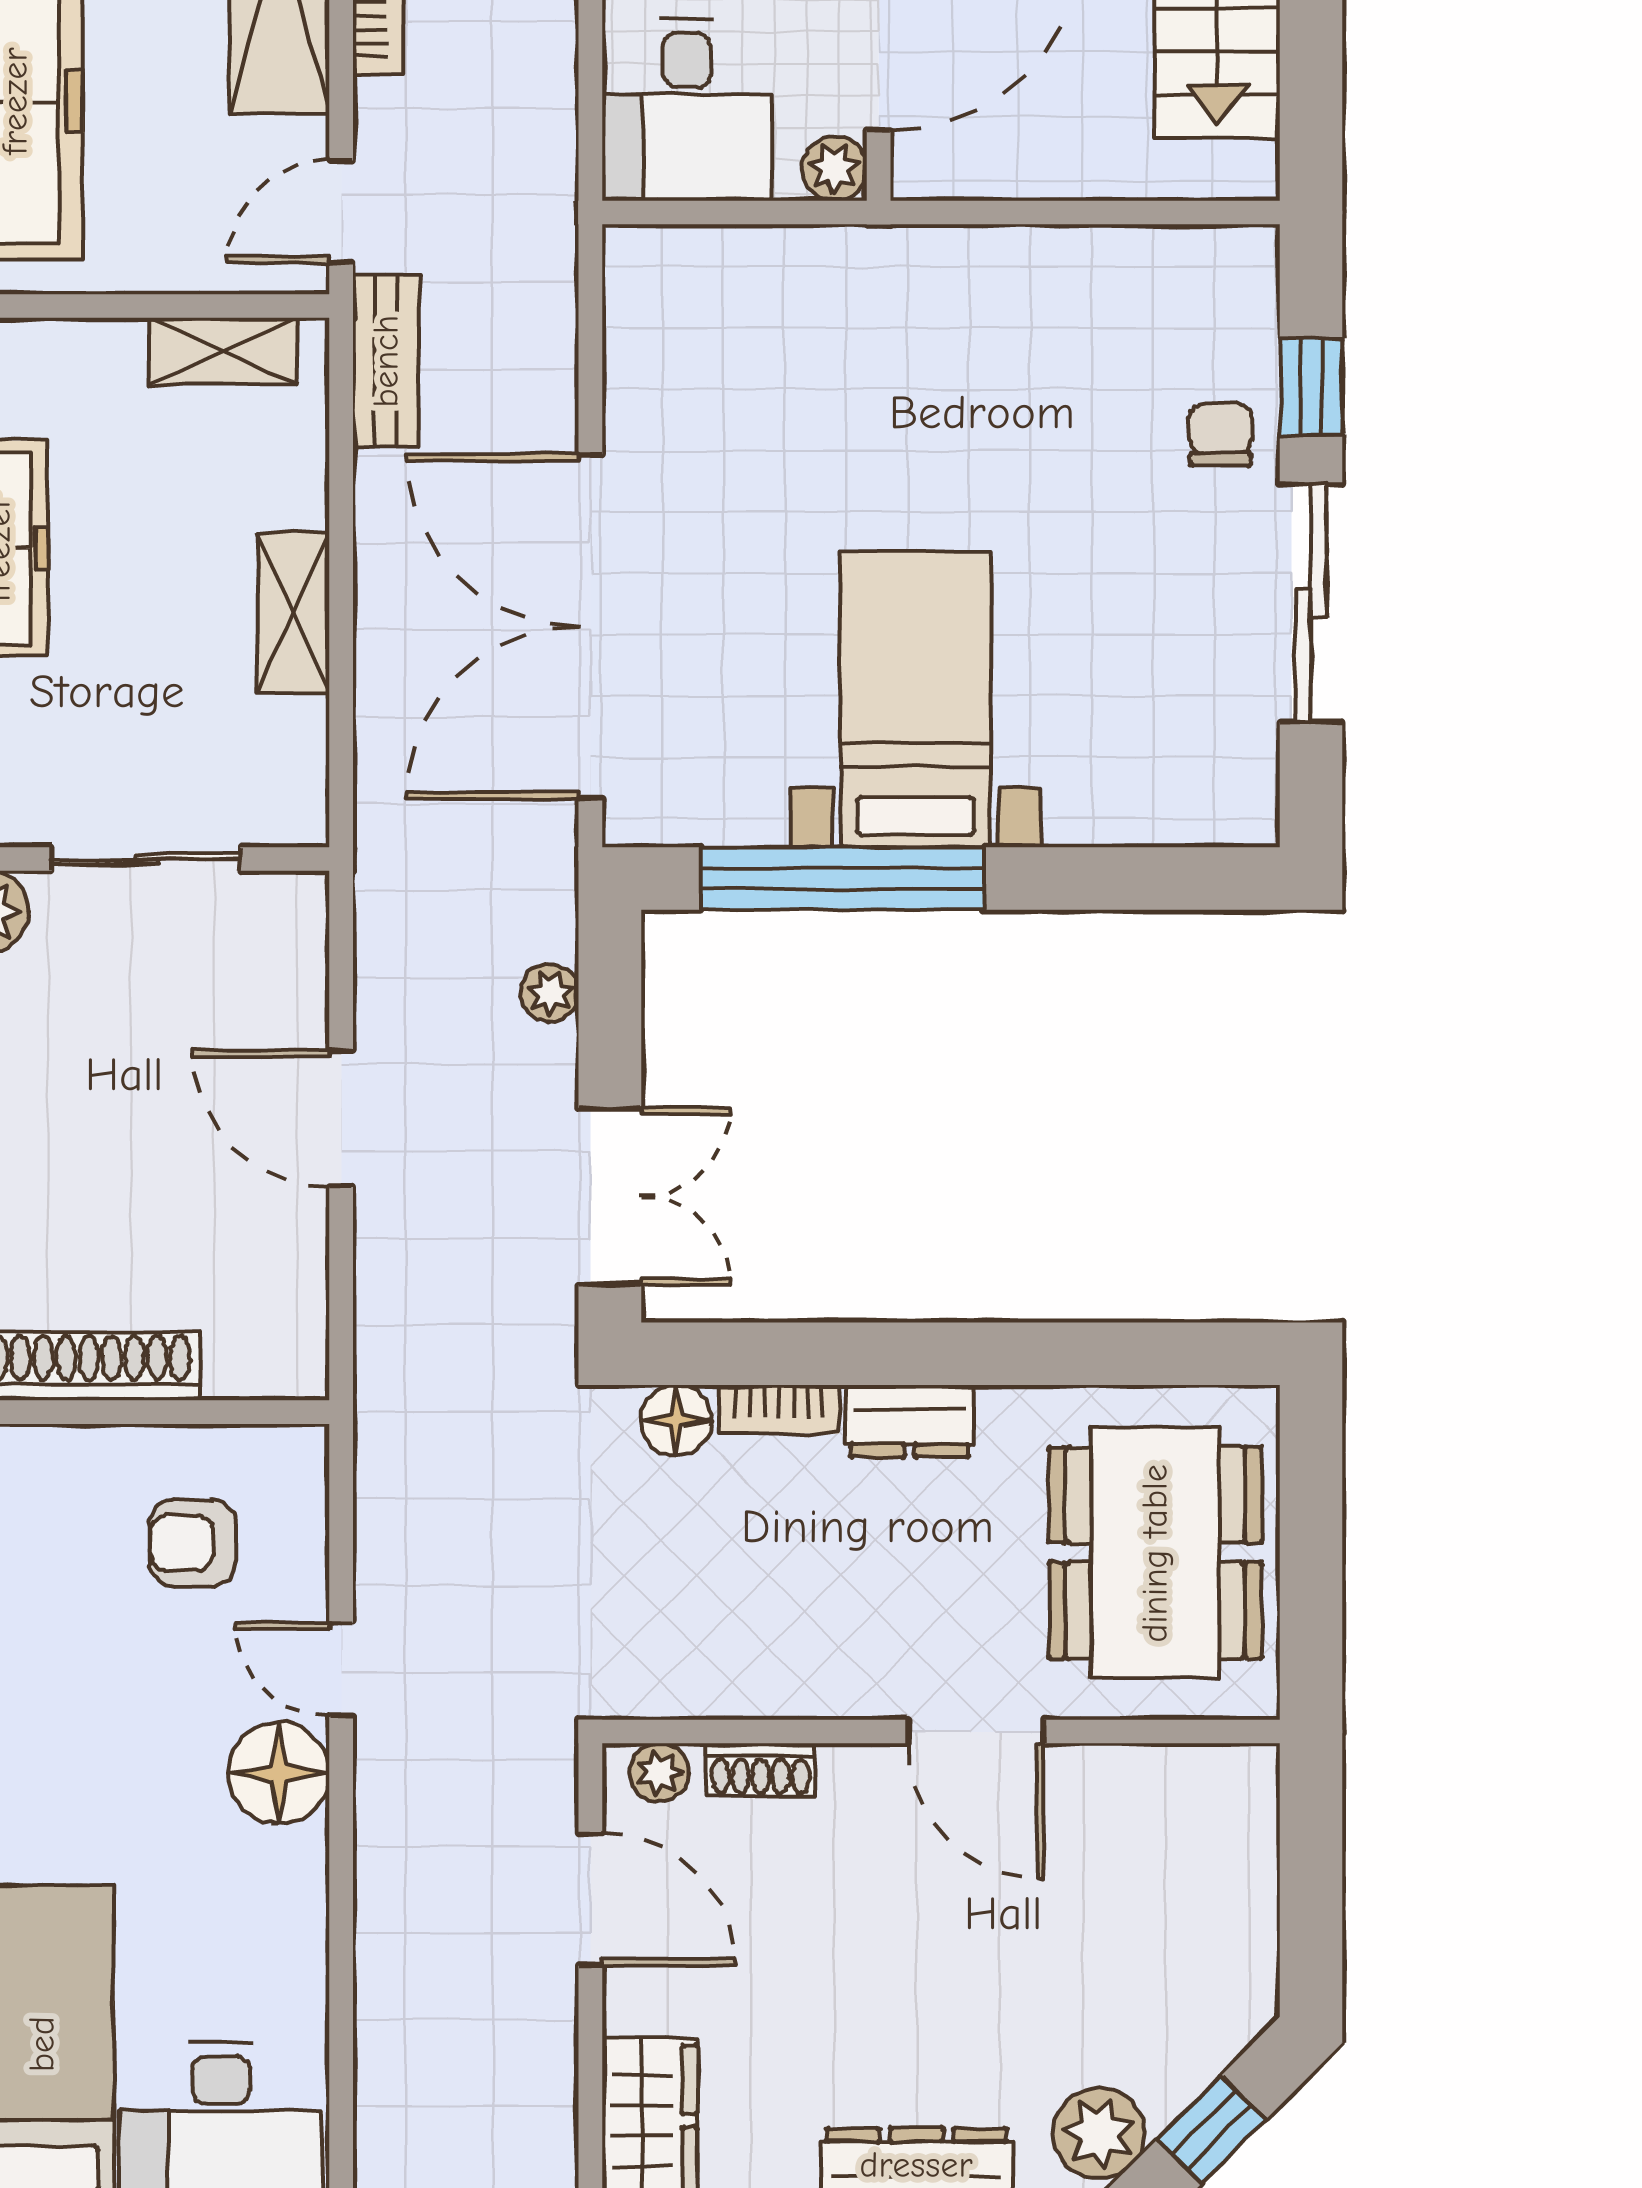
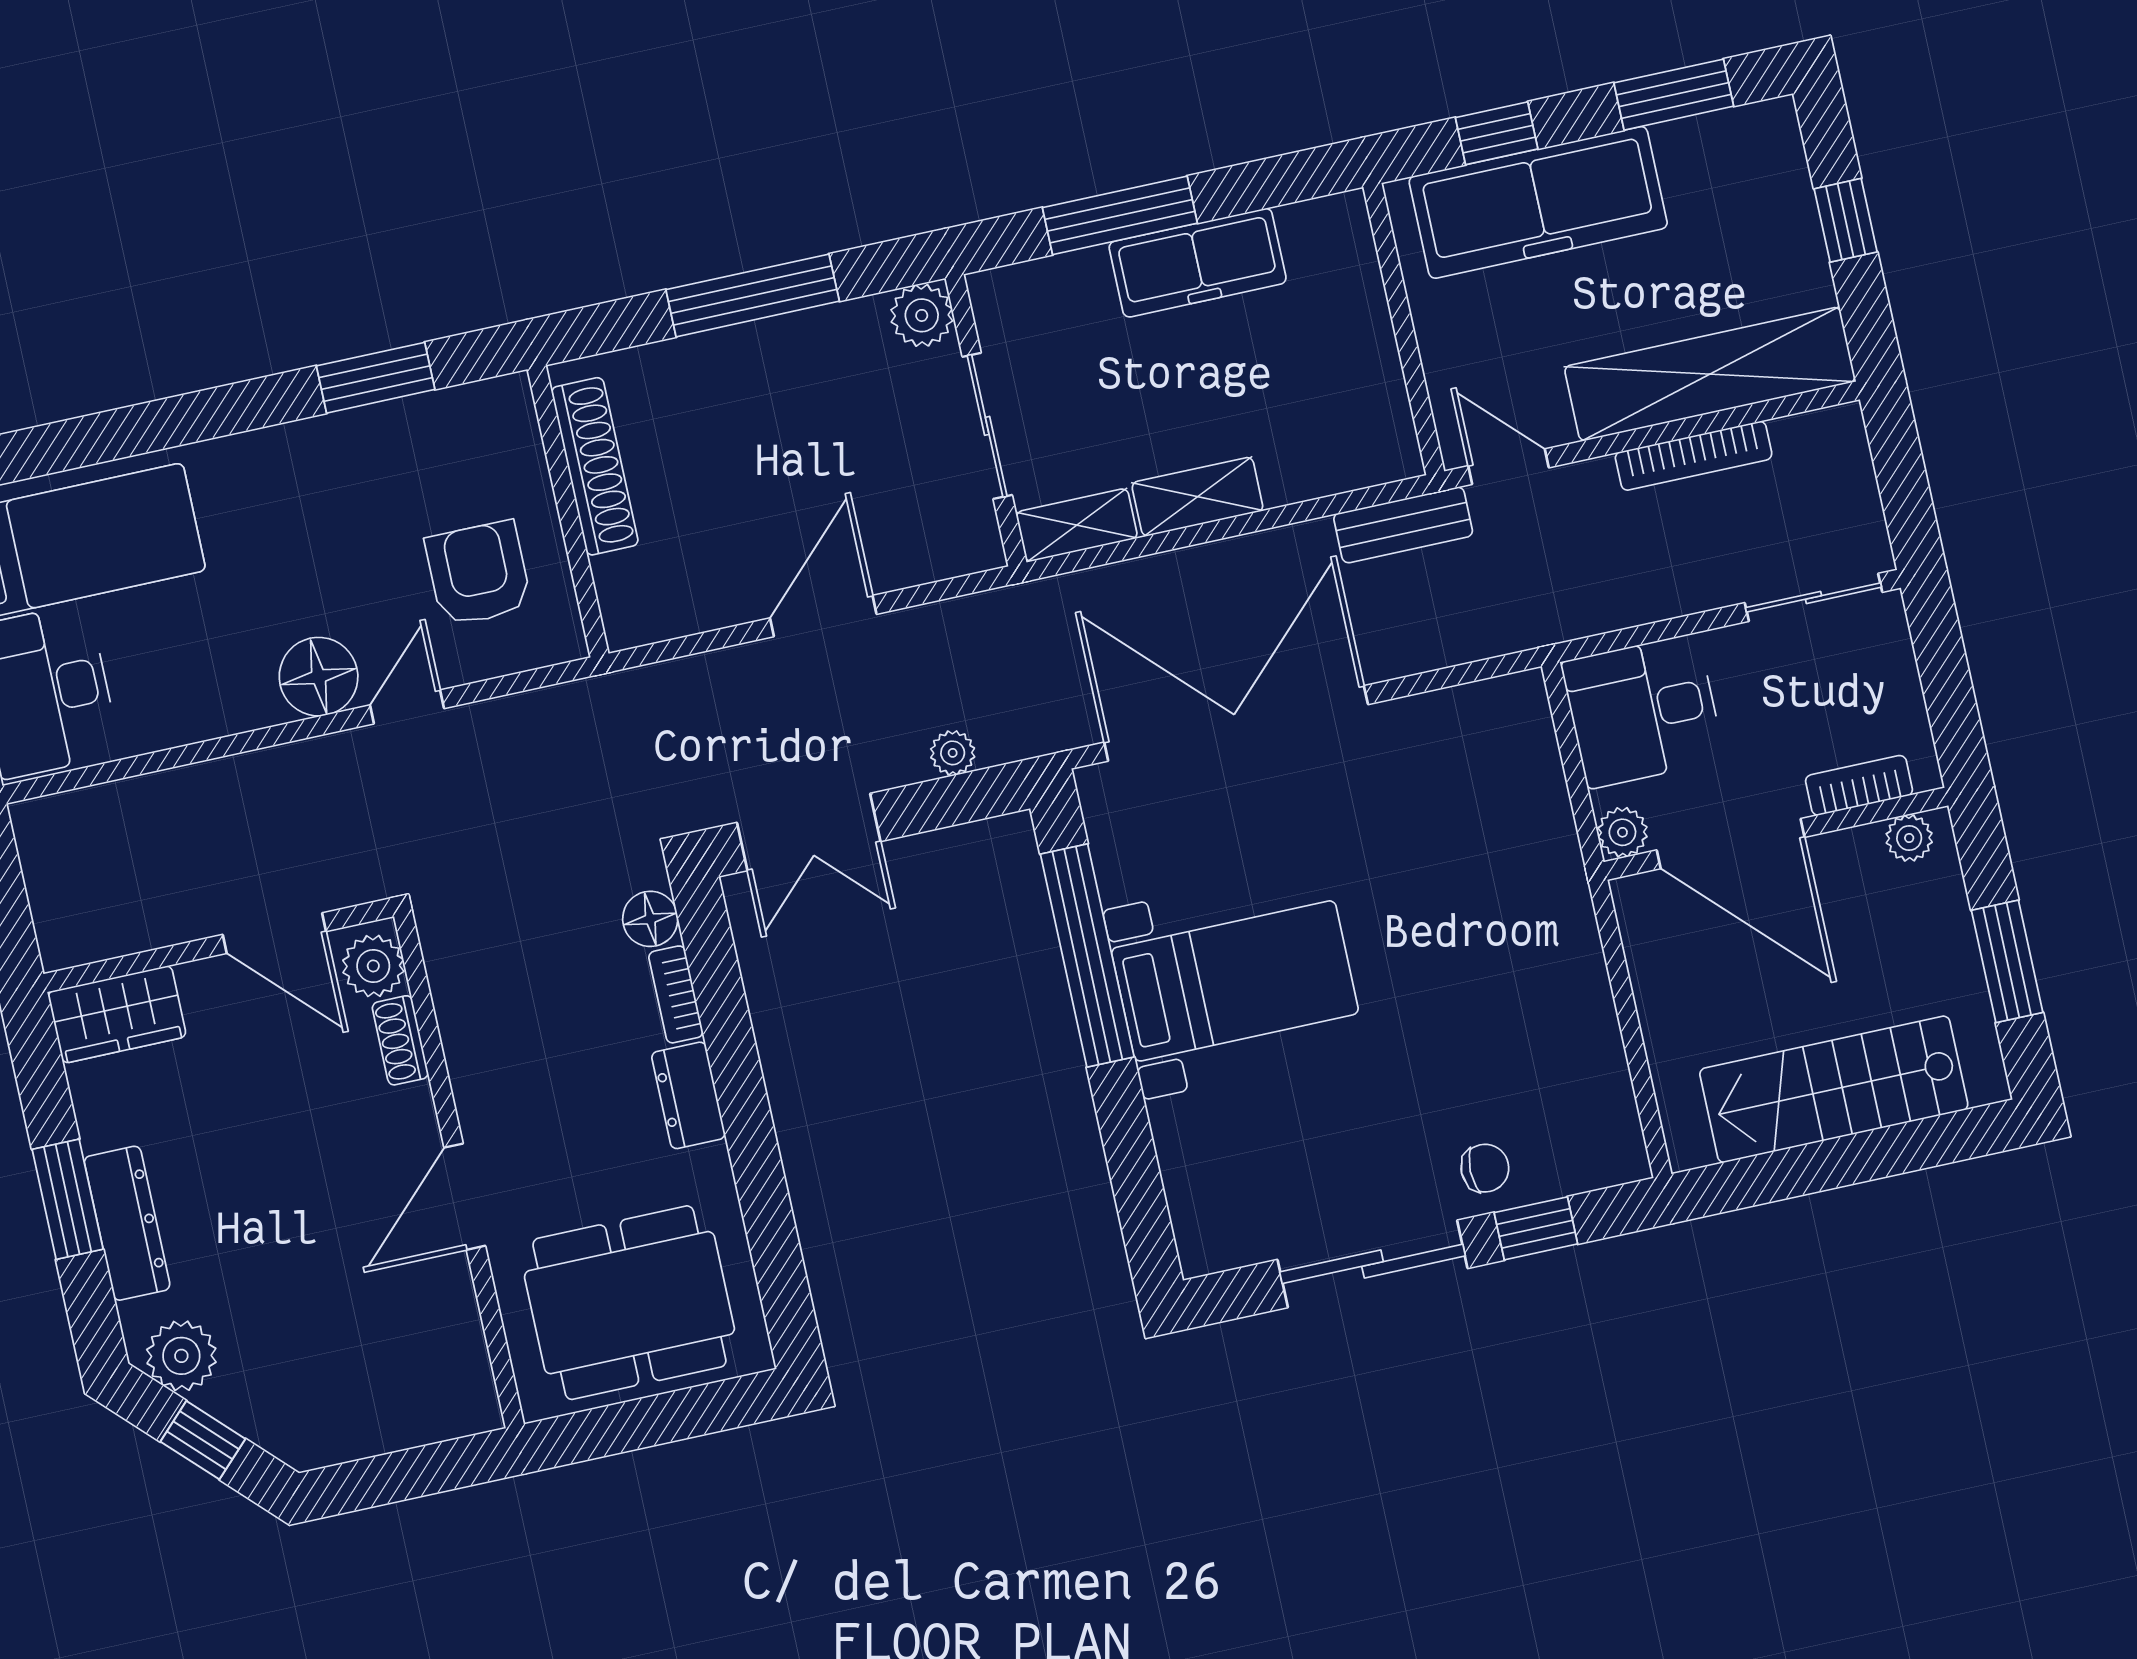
shelving: (223, 351) -> (1077, 525), moved, turned 90
armchair: (192, 1543) -> (478, 574), width x1.38, depth x1.38
plant: (659, 1772) -> (373, 966), width x1.38, depth x1.38
door: (590, 1899) -> (274, 933), hinge flipped

